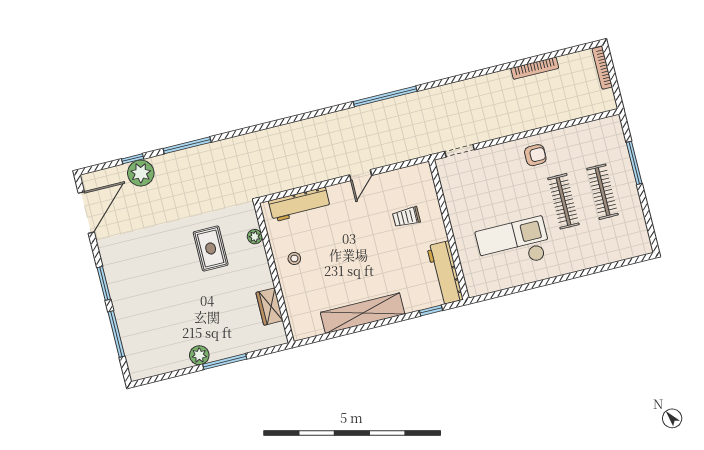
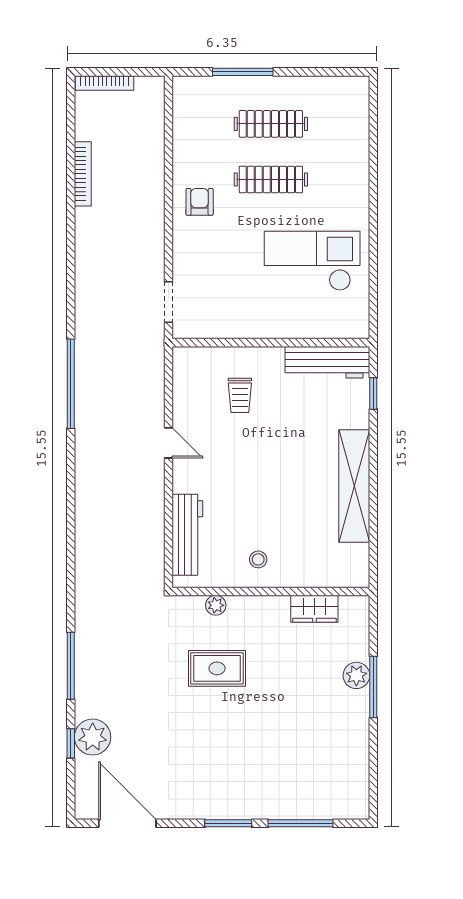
checkout: (513, 245) -> (312, 261), turned 90
plant: (199, 355) -> (356, 675), moved

